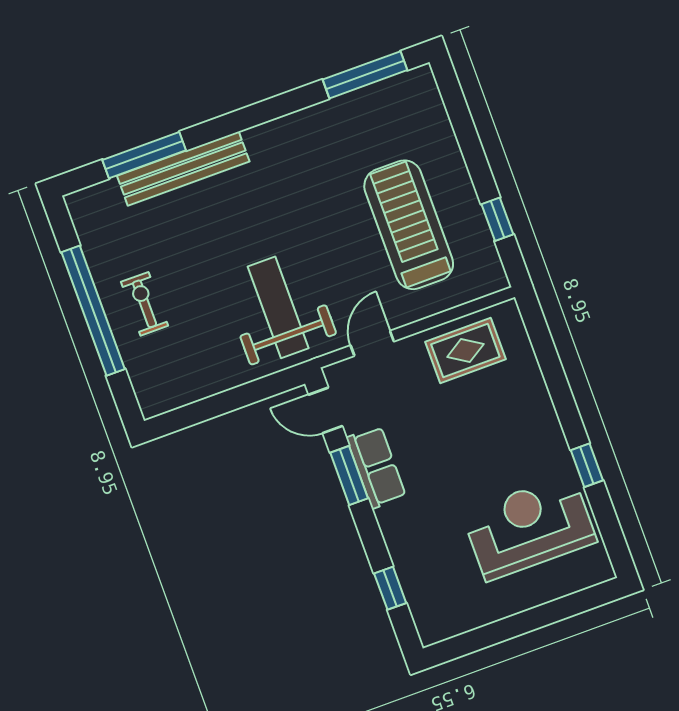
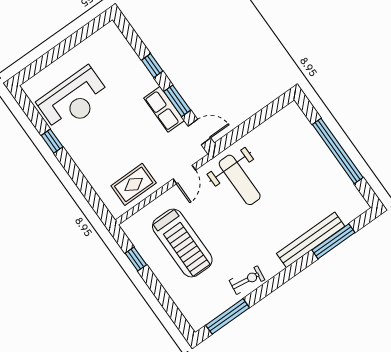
exercise bike: (145, 304) -> (247, 280), moved, turned -82
window: (390, 588) -> (152, 66), moved

